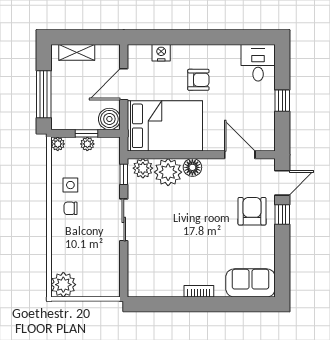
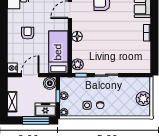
nightstand: (161, 53) -> (12, 68), moved
door: (124, 84) -> (30, 75), swing flipped
freezer: (63, 111) -> (45, 110), added
bed: (165, 126) -> (58, 52), width x0.67
plant: (168, 172) -> (80, 50), removed
plant: (63, 285) -> (143, 99), moved

